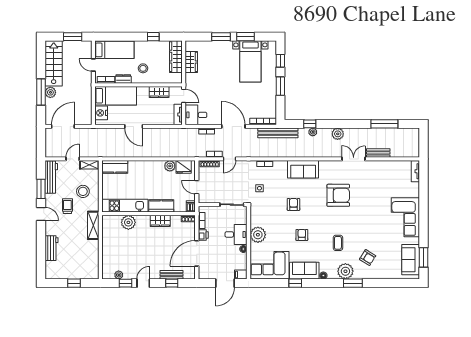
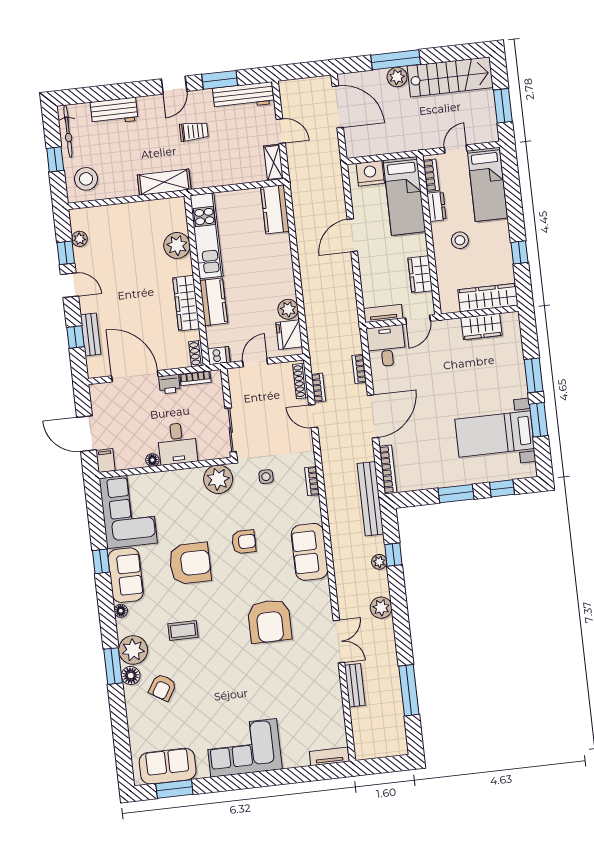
stool: (83, 191) -> (86, 179), moved
wardrobe: (160, 221) -> (186, 303), width x1.50
plant: (258, 235) -> (218, 479), moved
armchair: (302, 235) -> (190, 563), width x1.88, depth x1.88
floor lamp: (359, 274) -> (131, 676), added
bicycle: (60, 275) -> (68, 131), added

